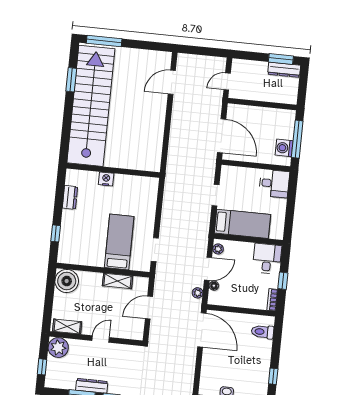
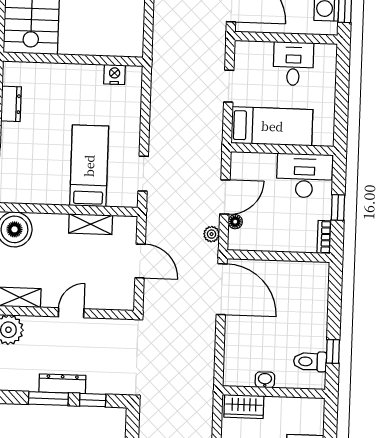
nightstand: (106, 179) -> (114, 74), moved
desk: (274, 184) -> (293, 64), moved, turned -90
plant: (218, 249) -> (238, 166), removed
desk: (267, 259) -> (304, 176), width x1.37
door: (149, 308) -> (140, 261), swing flipped
toilet: (263, 332) -> (310, 362), moved

